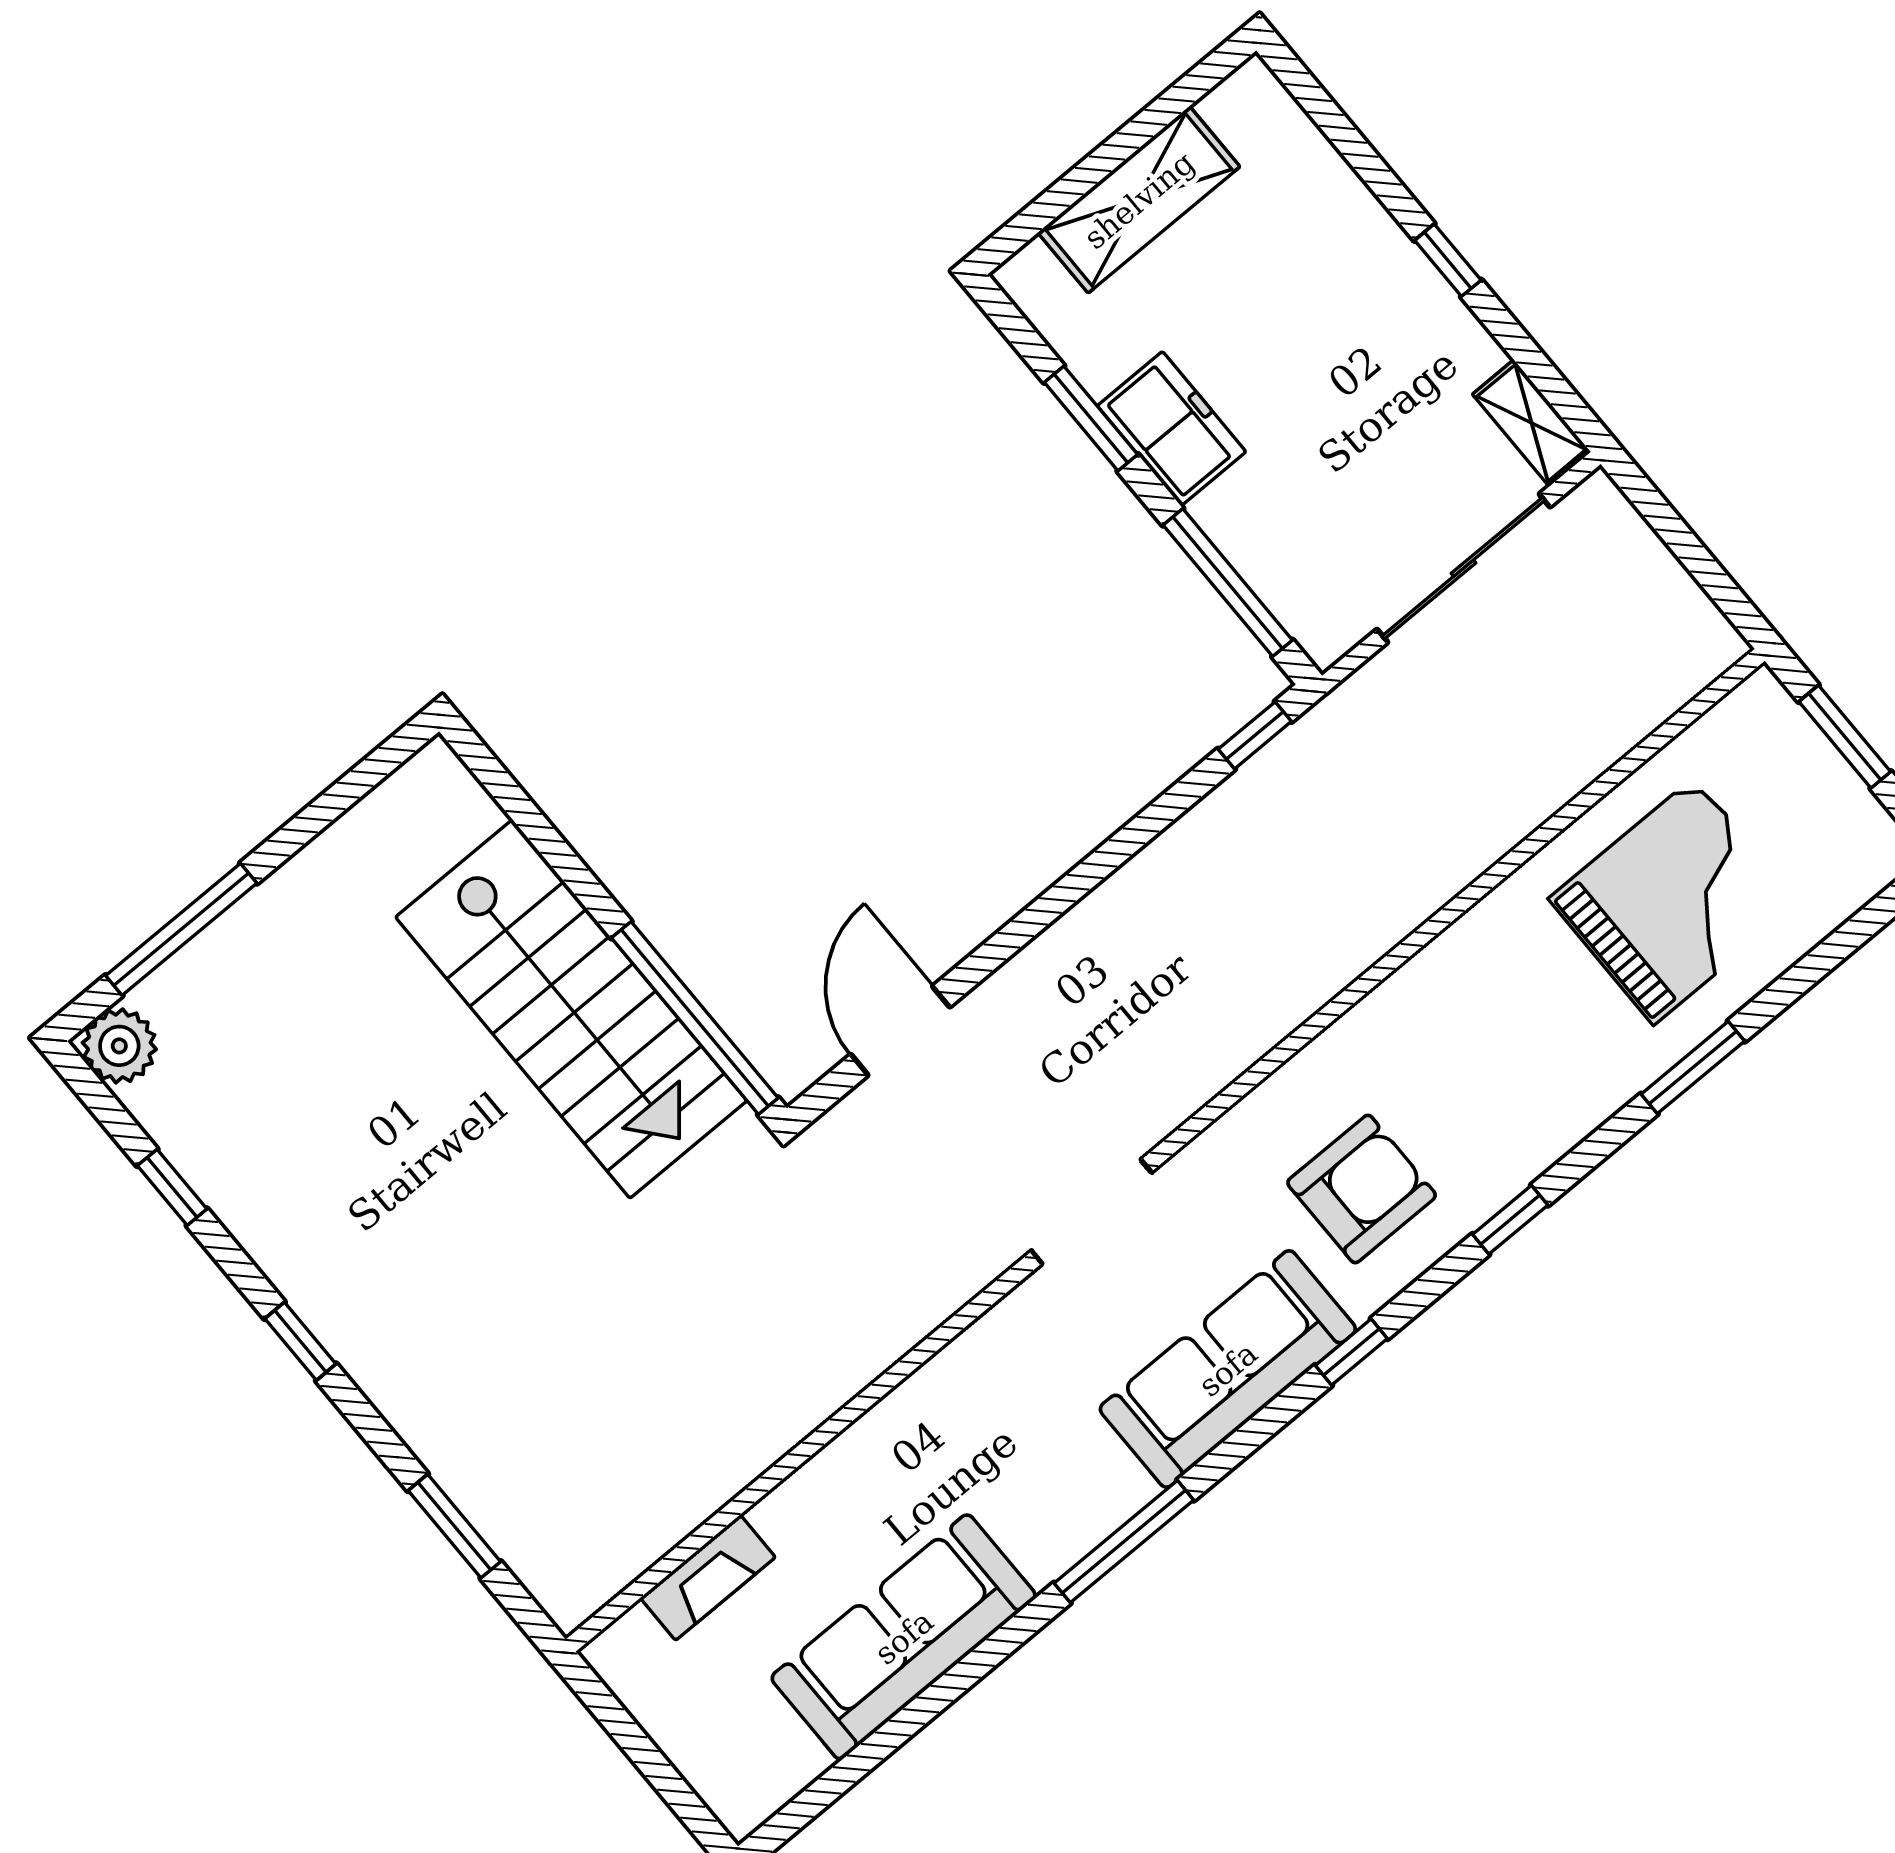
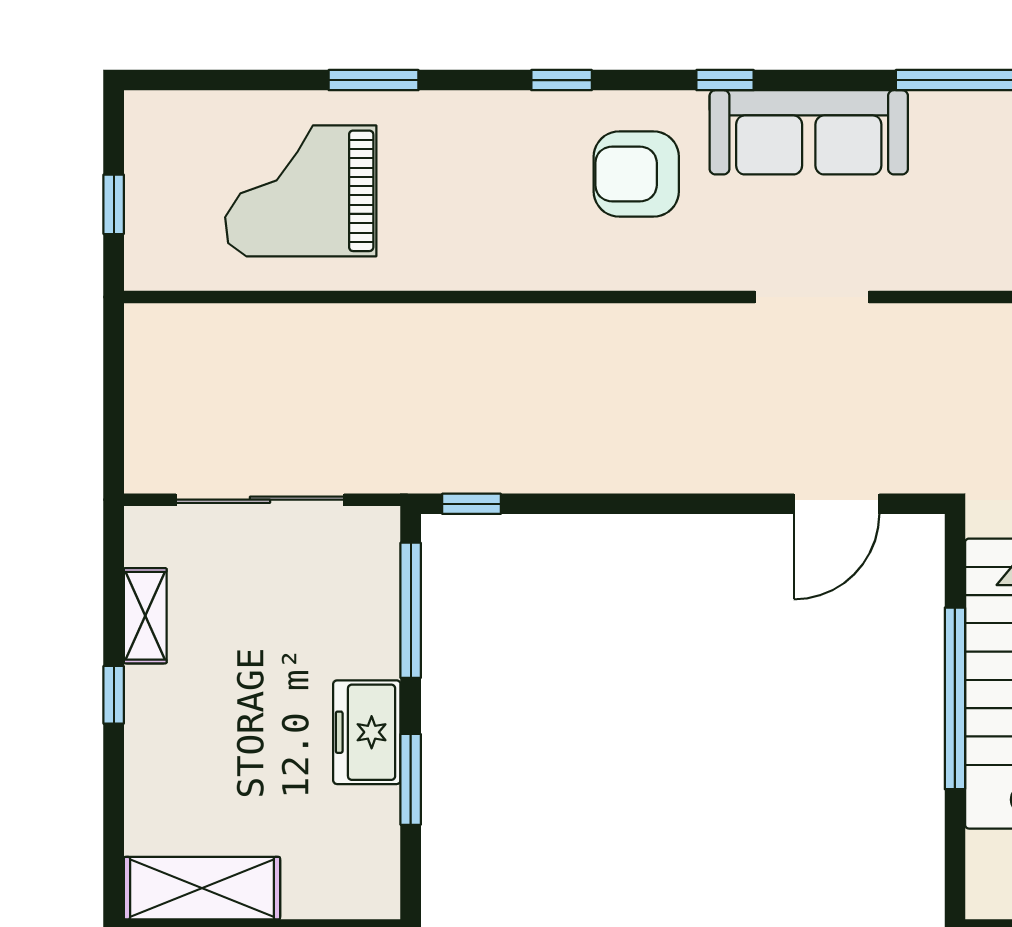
shelving: (1139, 200) -> (202, 888), moved
shelving: (1532, 423) -> (145, 616), moved
window: (1845, 737) -> (114, 204), width x0.67
window: (695, 1018) -> (955, 698), moved

